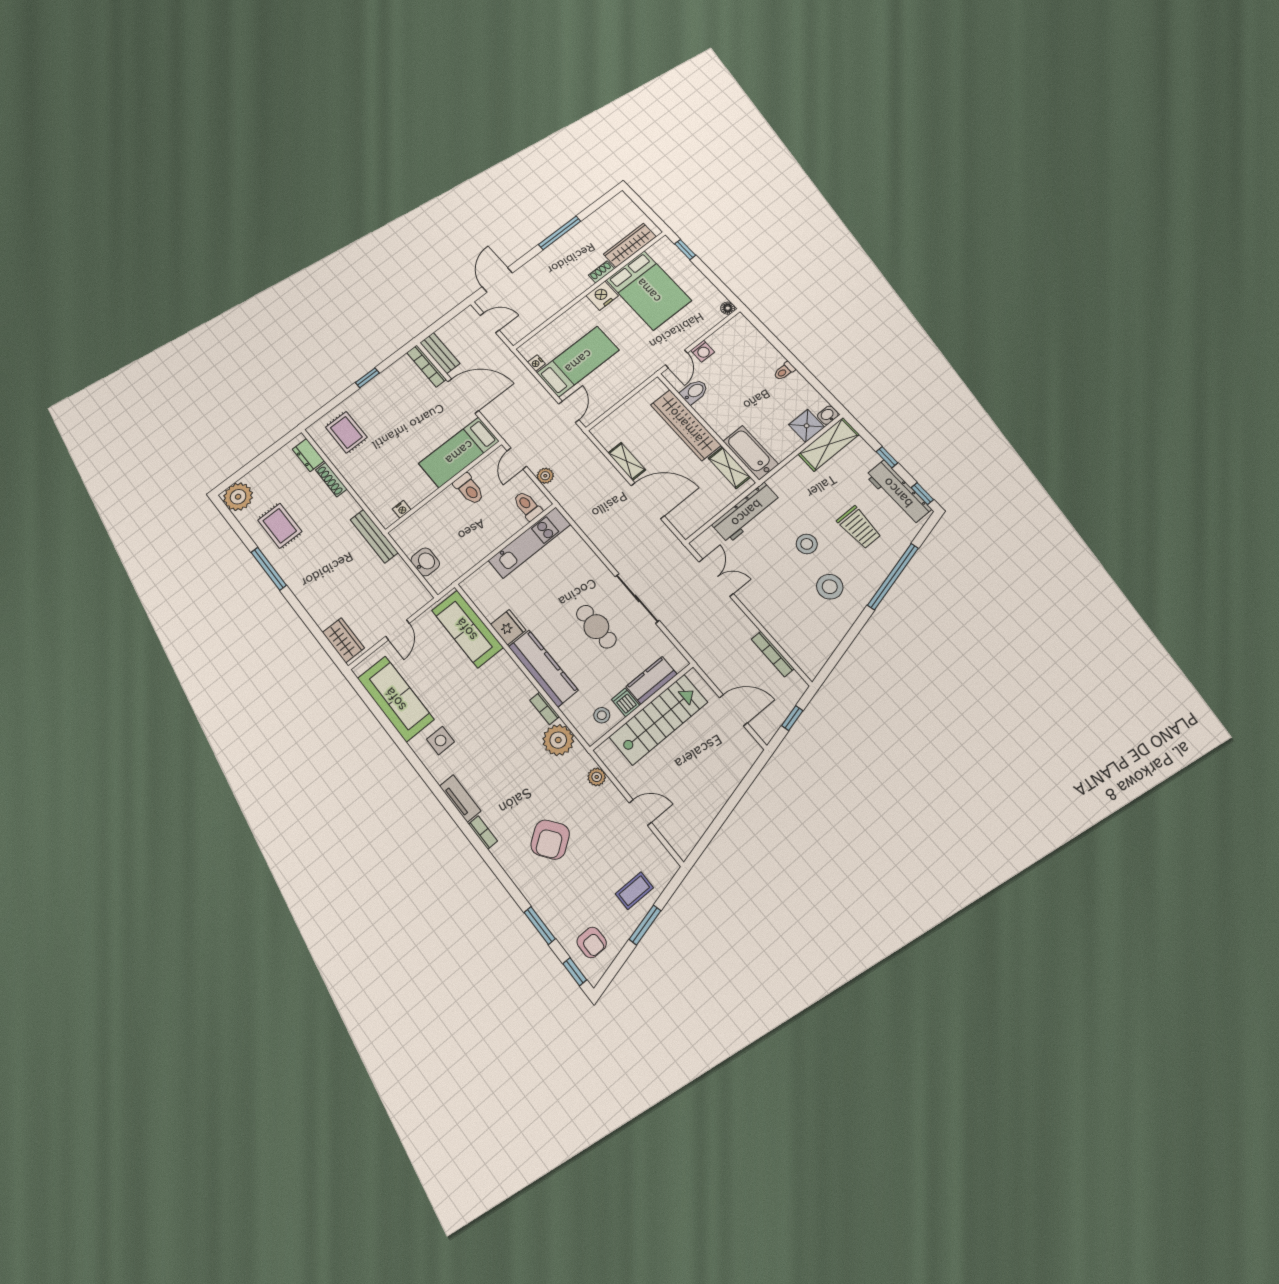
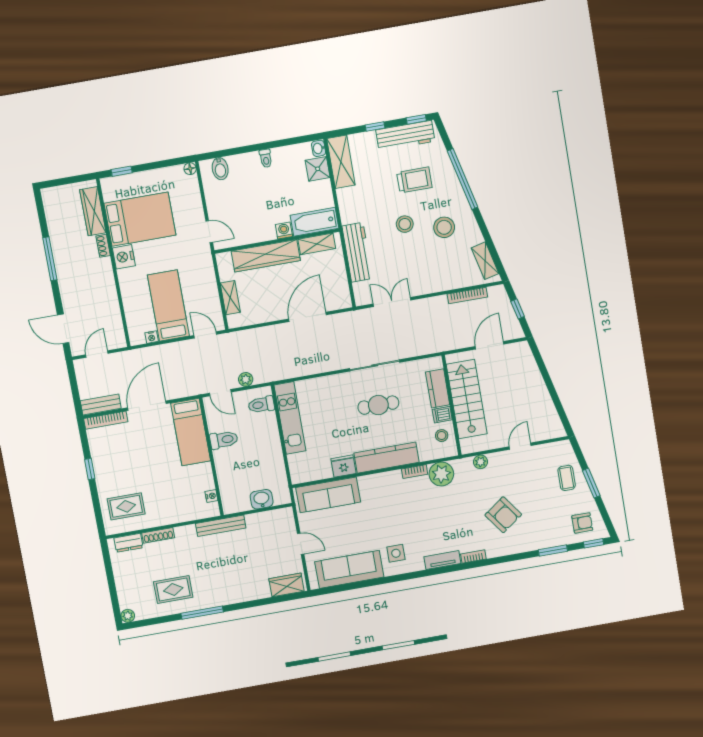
washing machine: (703, 351) -> (284, 231), moved, turned -90
bidet: (694, 392) -> (220, 169), moved, turned 180
shelving: (627, 461) -> (230, 298), moved, turned 90
plant: (238, 497) -> (128, 616), width x0.53, depth x0.53
shelving: (822, 651) -> (485, 261), added

